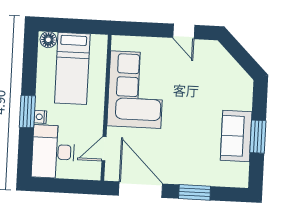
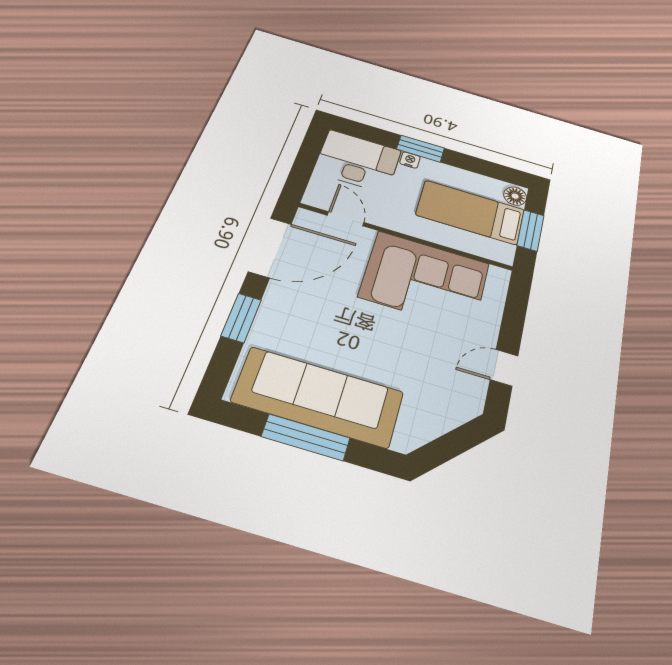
window: (75, 26) -> (531, 230), added
sofa: (236, 136) -> (318, 397), width x1.85, depth x1.27
window: (258, 137) -> (306, 437), width x1.44

